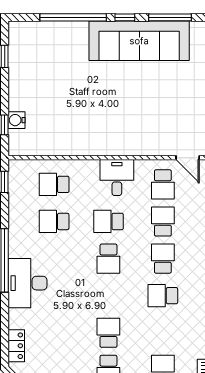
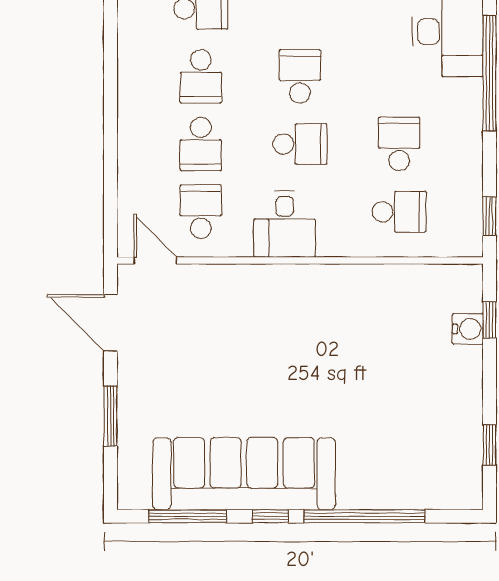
school desk: (54, 221) -> (399, 144), turned -90

